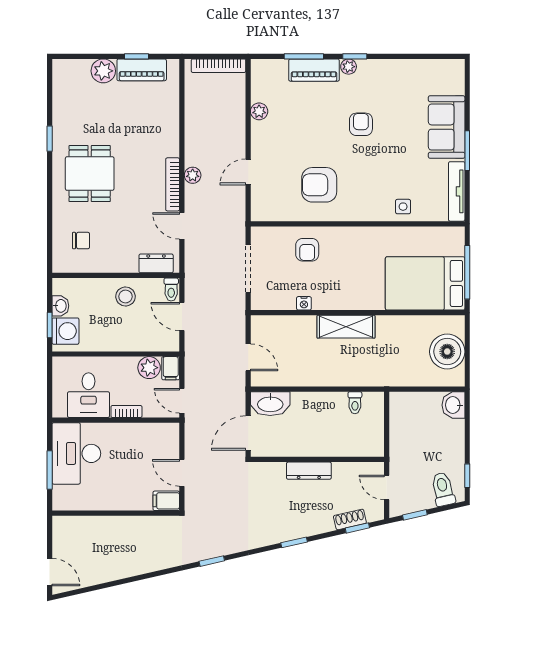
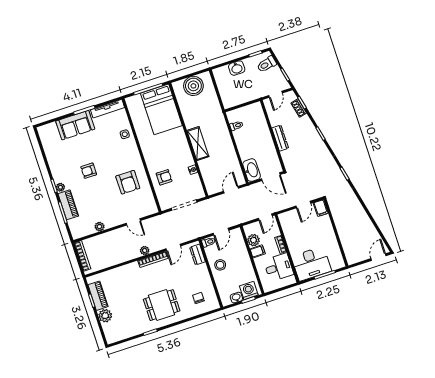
filing cabinet: (171, 368) -> (258, 251), moved
washbasin: (453, 405) -> (237, 68), moved

